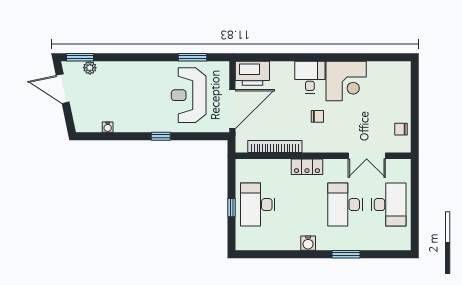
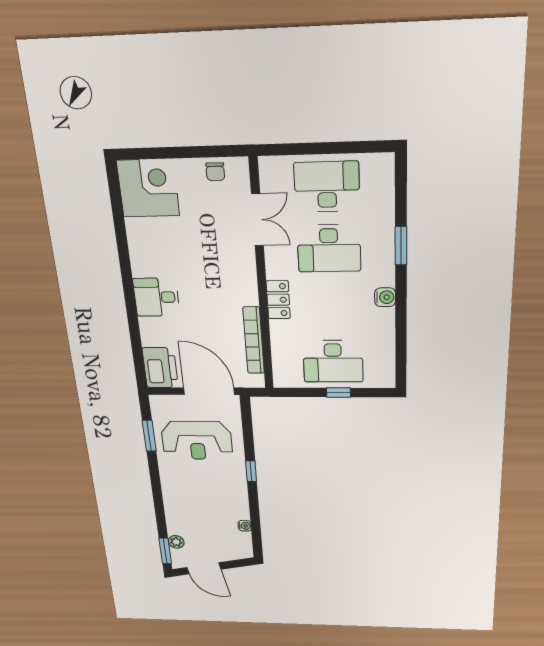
corner desk: (346, 81) -> (148, 188), moved
door: (63, 89) -> (204, 568), hinge flipped
chair: (317, 116) -> (208, 287), removed

